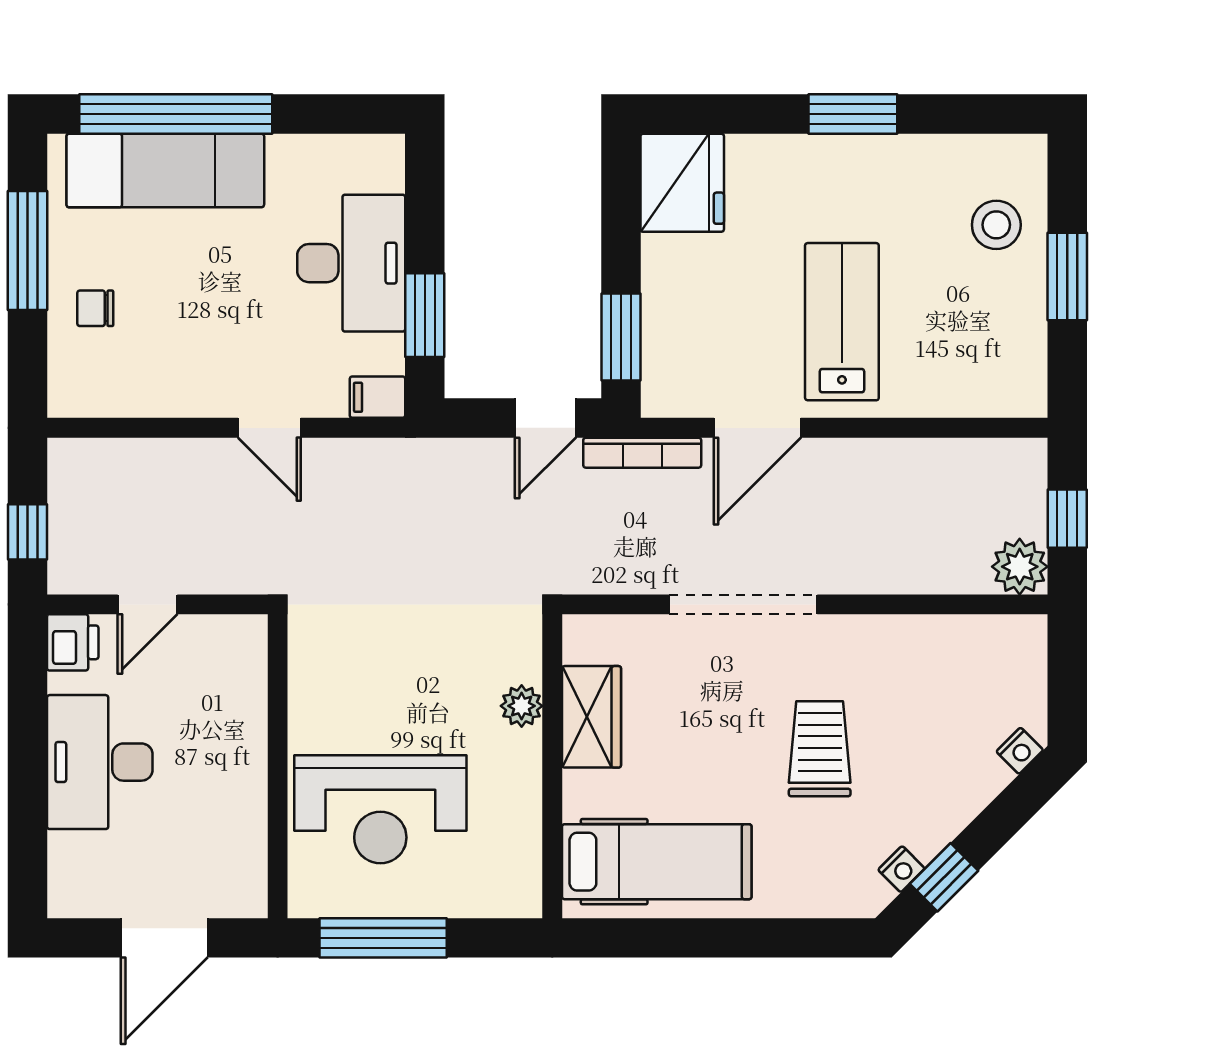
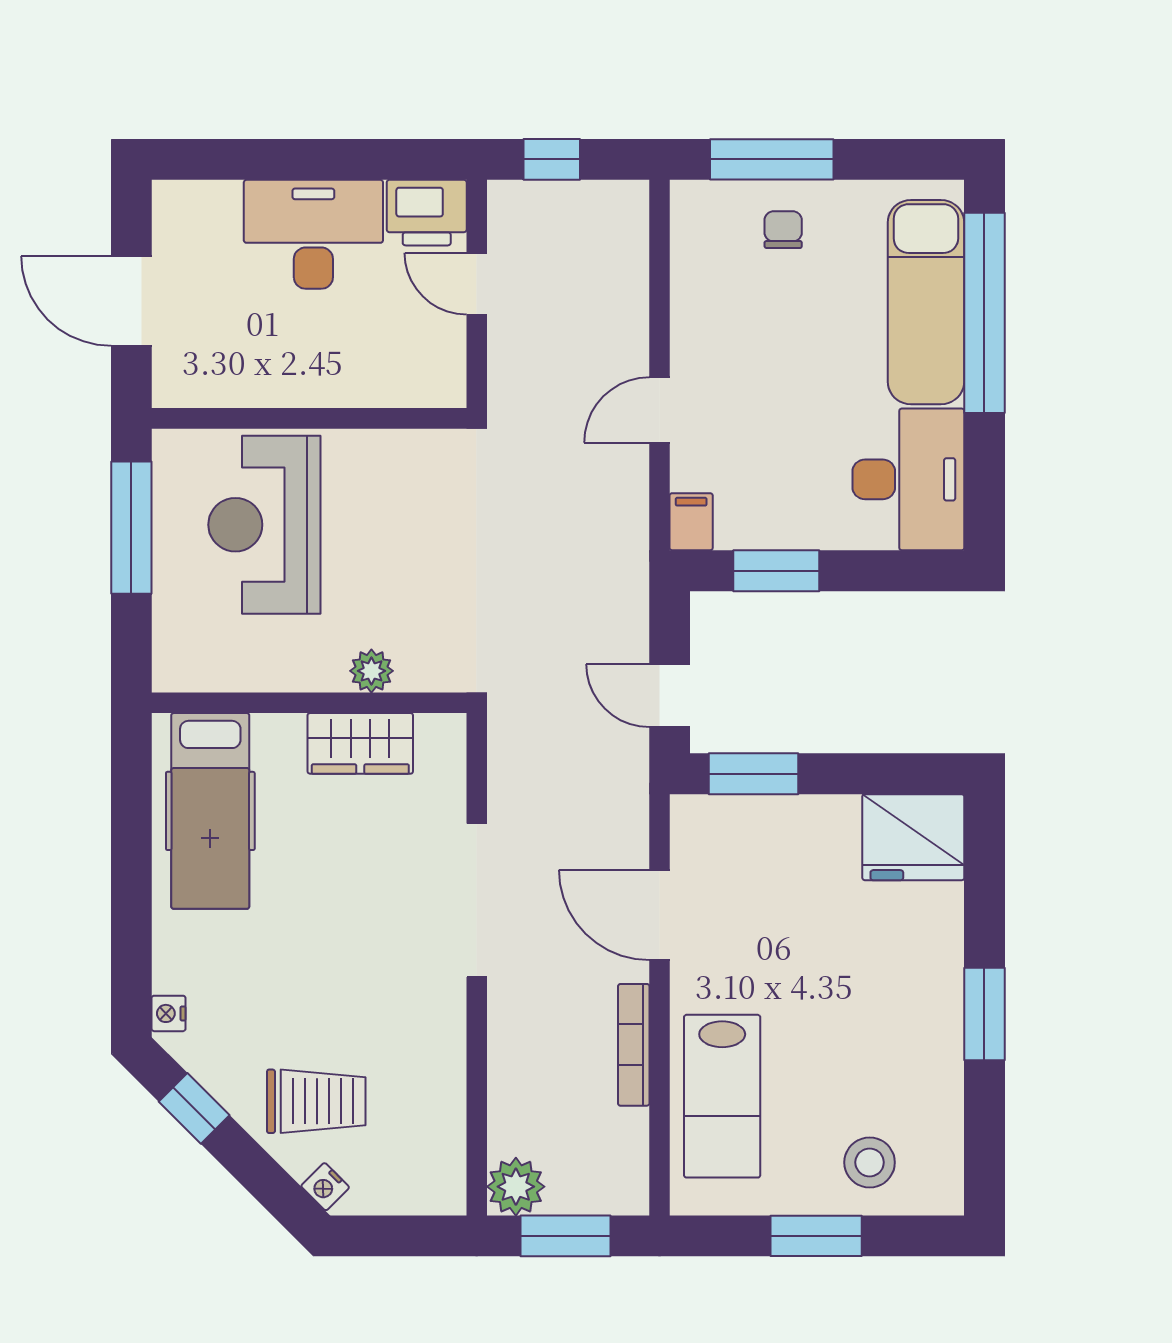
window: (27, 251) -> (772, 159), moved
desk: (351, 263) -> (908, 479), moved, turned -90
lab bench: (842, 322) -> (722, 1096), moved, turned 90
bookcase: (642, 453) -> (634, 1045), moved
window: (1067, 519) -> (566, 1236), width x1.50
printer: (73, 642) -> (427, 213), width x1.36, depth x1.24
trolley: (820, 749) -> (316, 1101), moved
nightstand: (901, 869) -> (169, 1013), moved, turned 45

